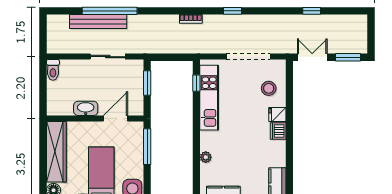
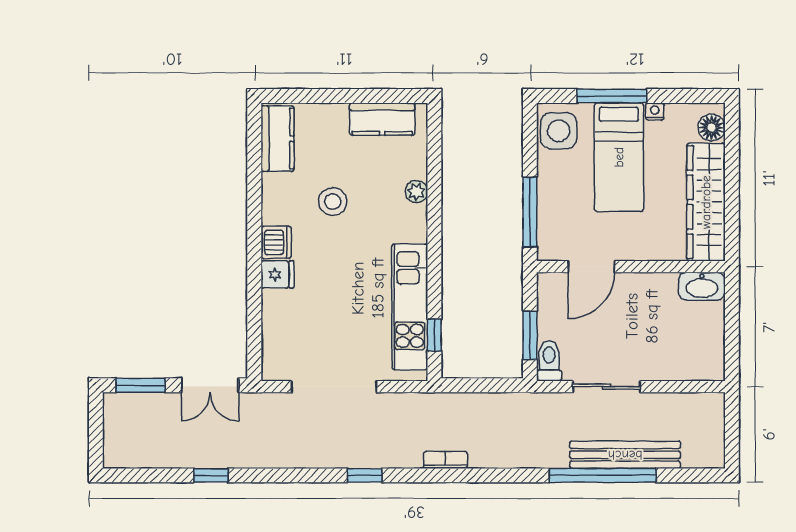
toilet: (53, 70) -> (549, 361), moved
stool: (269, 88) -> (333, 202), moved
washbasin: (86, 108) -> (702, 286), moved

